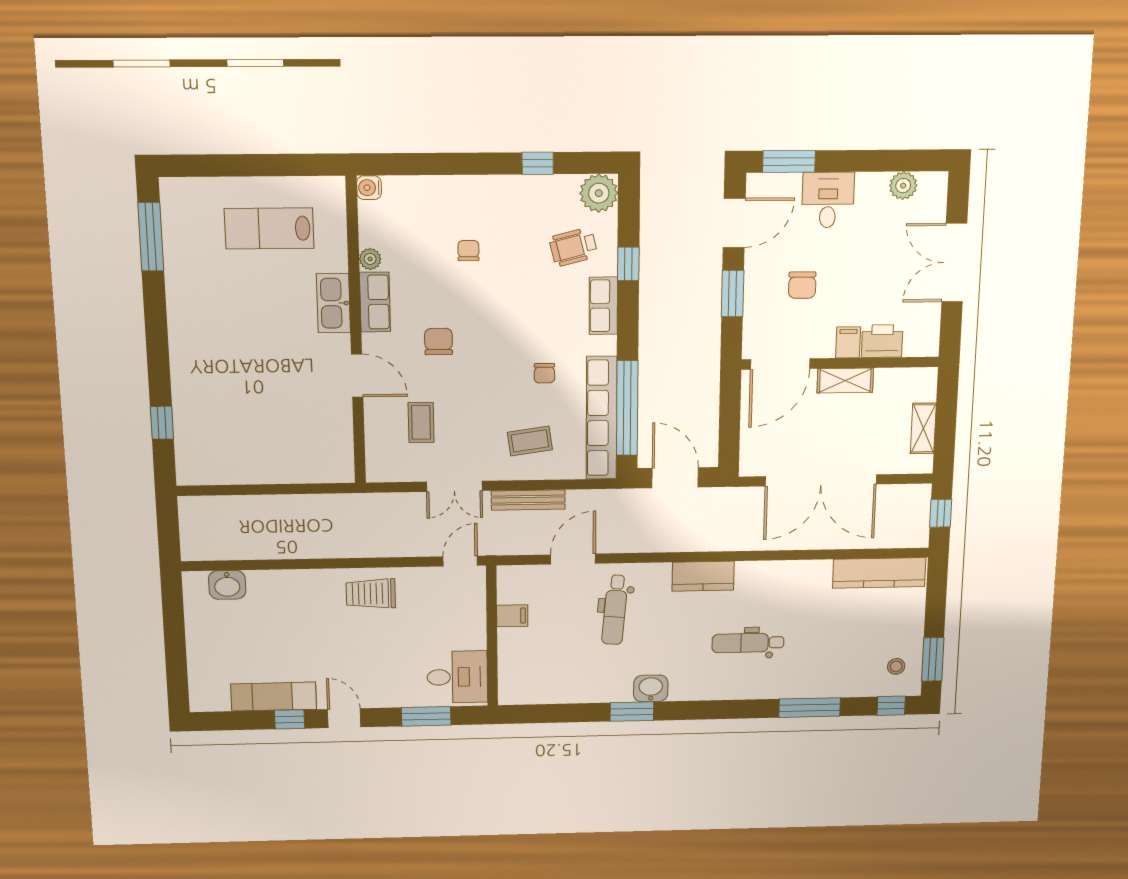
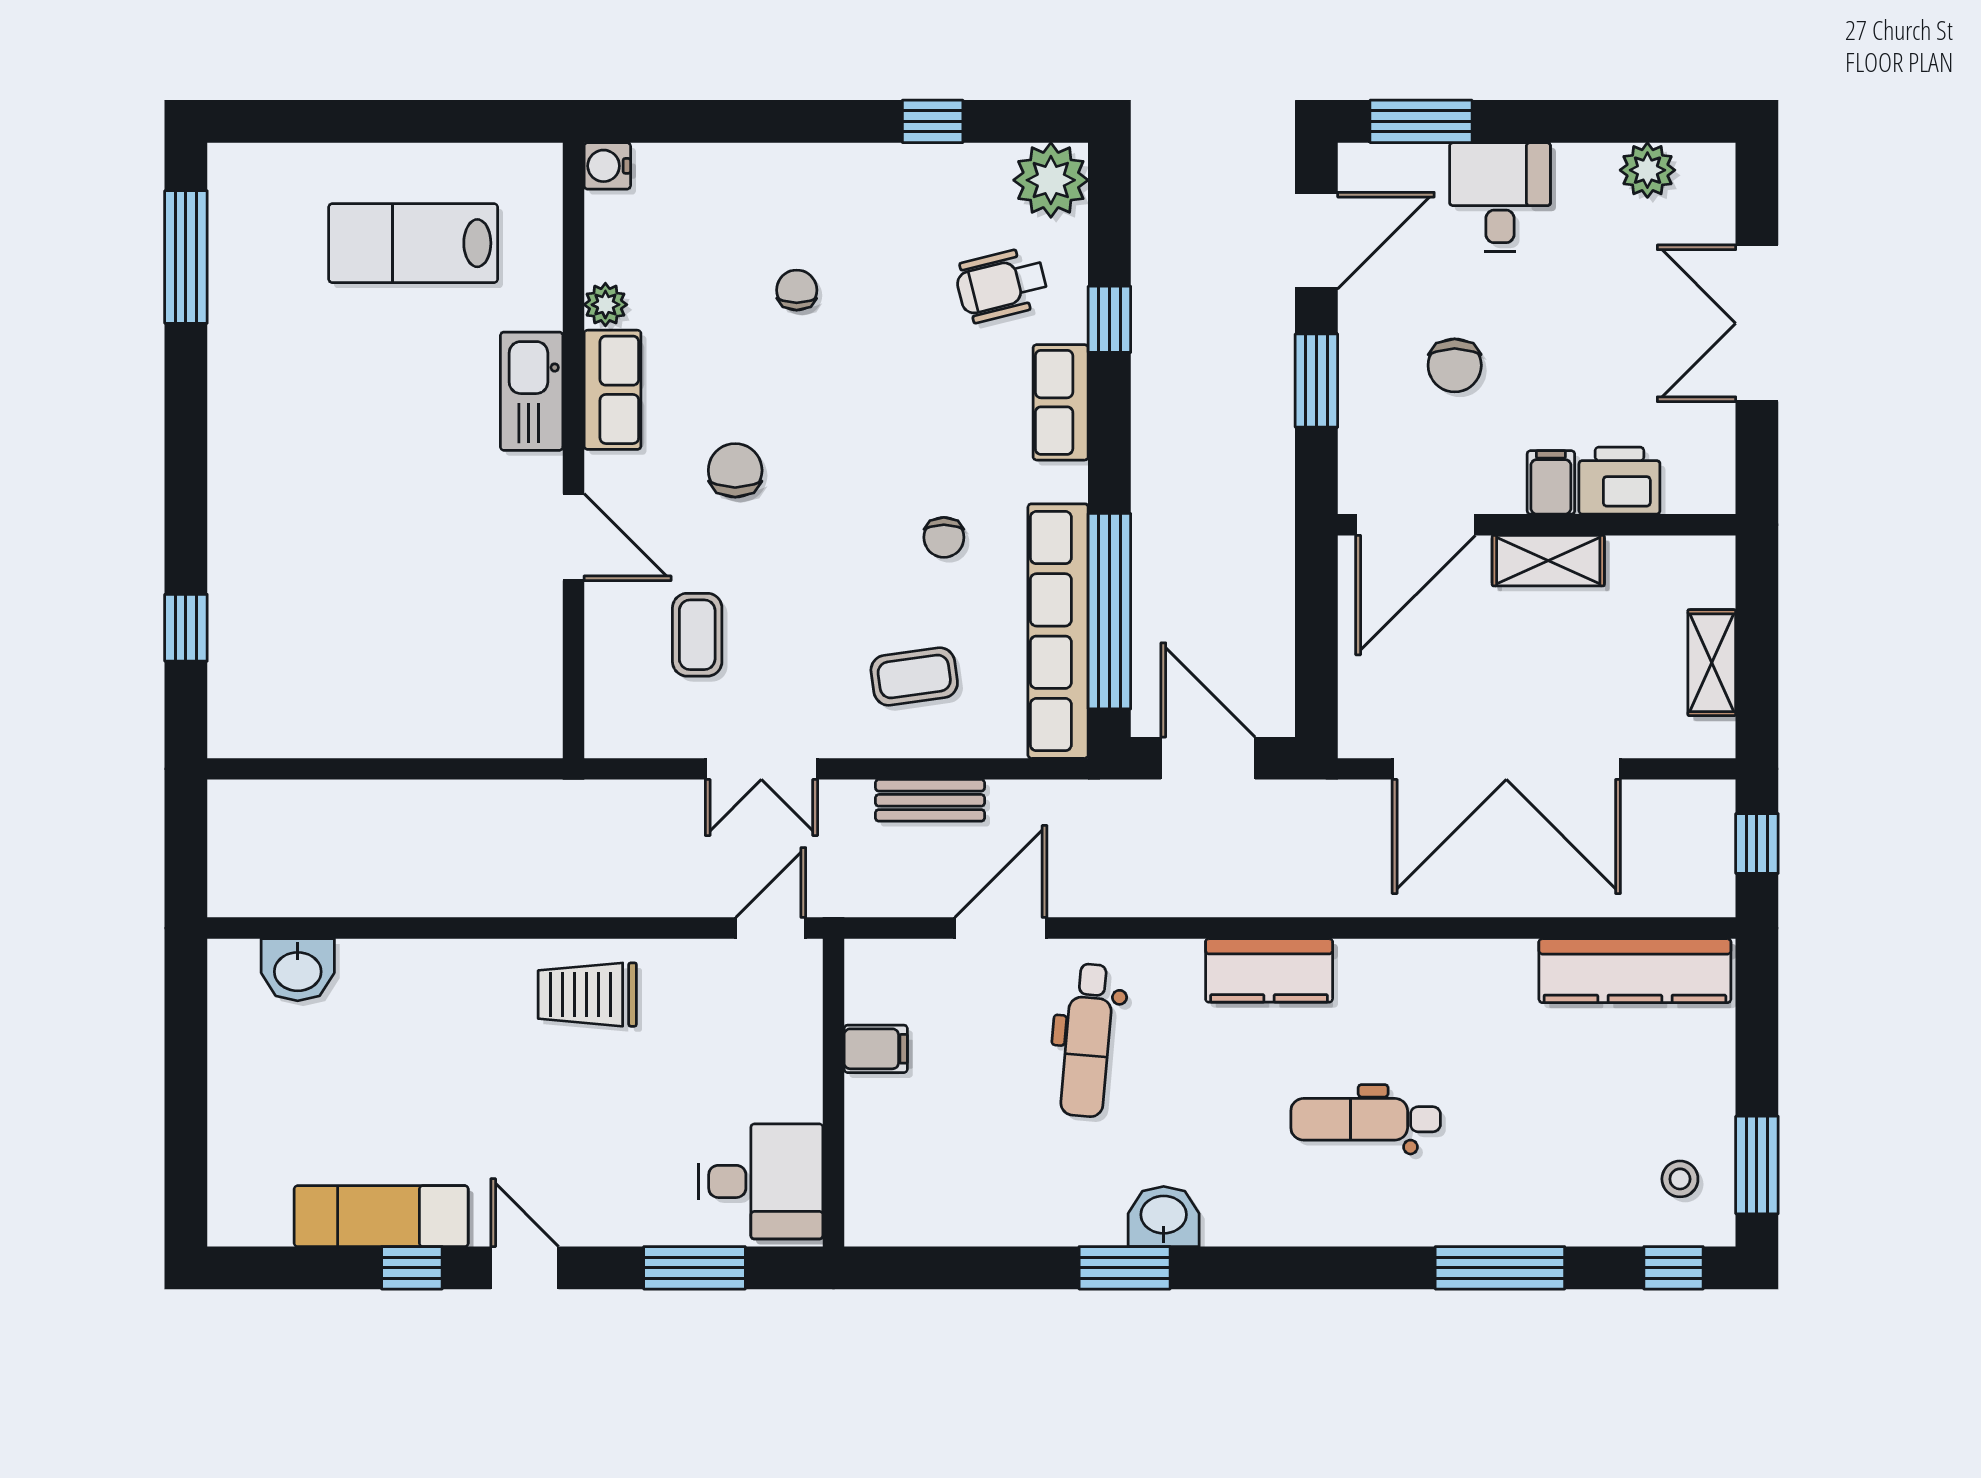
bench: (528, 500) -> (930, 800), width x0.73

